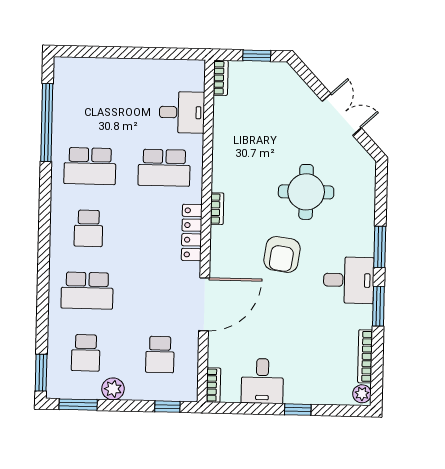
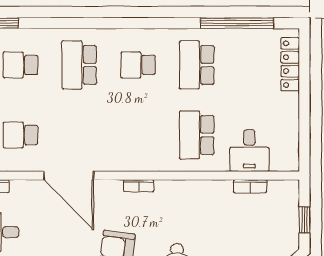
bookcase: (221, 78) -> (250, 186), moved
bookcase: (217, 209) -> (139, 186), moved
locker: (192, 232) -> (290, 64), moved, turned -90

